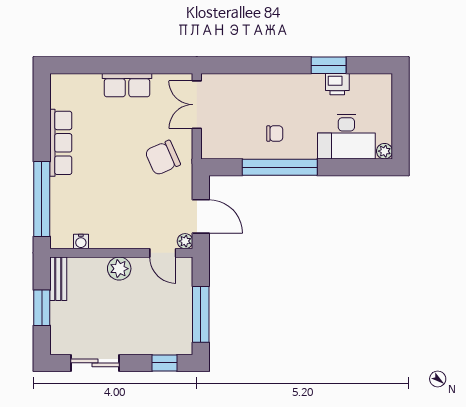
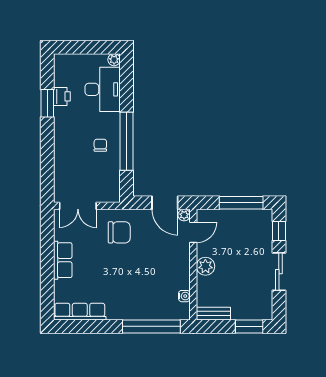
row of seats: (61, 143) -> (80, 312), moved
chair: (163, 158) -> (119, 232), turned -66
door: (201, 216) -> (165, 203), swing flipped
window: (42, 308) -> (249, 326), moved
sliding door: (95, 363) -> (279, 272), moved

